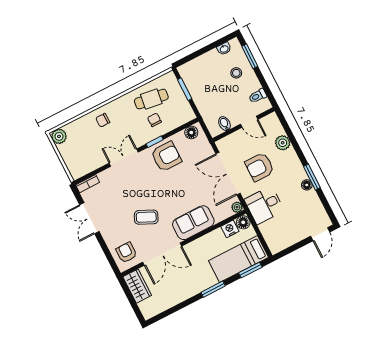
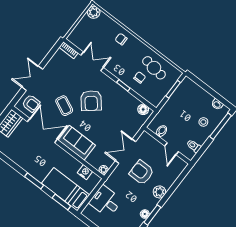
window: (250, 56) -> (221, 126), width x1.44
plant: (283, 143) -> (159, 192), moved
armchair: (166, 156) -> (91, 101), moved, turned 50
double door: (124, 158) -> (92, 61), moved
double door: (228, 174) -> (126, 151), width x0.73
desk: (264, 205) -> (106, 201), moved
double door: (89, 218) -> (32, 78), moved
floor lamp: (243, 222) -> (94, 180), removed
armchair: (126, 252) -> (31, 103), turned 90
double door: (162, 254) -> (42, 131), swing flipped

